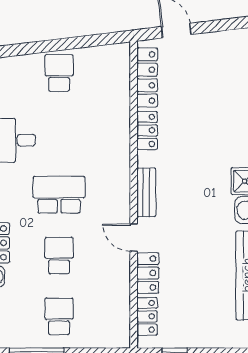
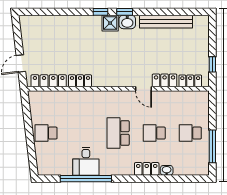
bench: (146, 192) -> (117, 81), removed
door: (134, 238) -> (144, 89), hinge flipped

